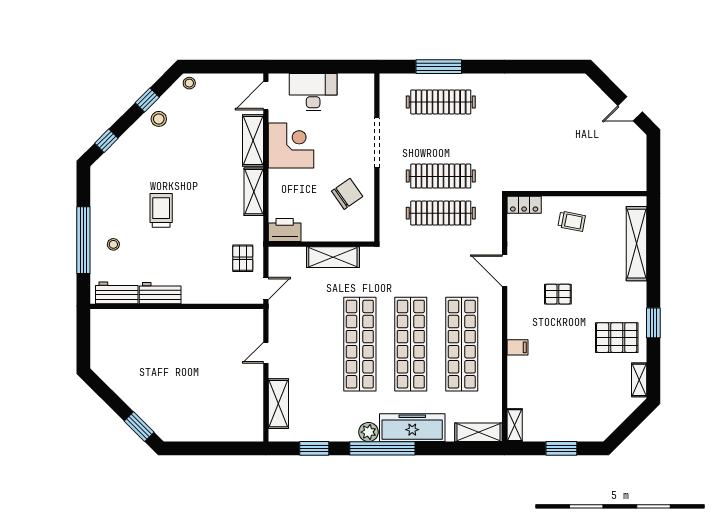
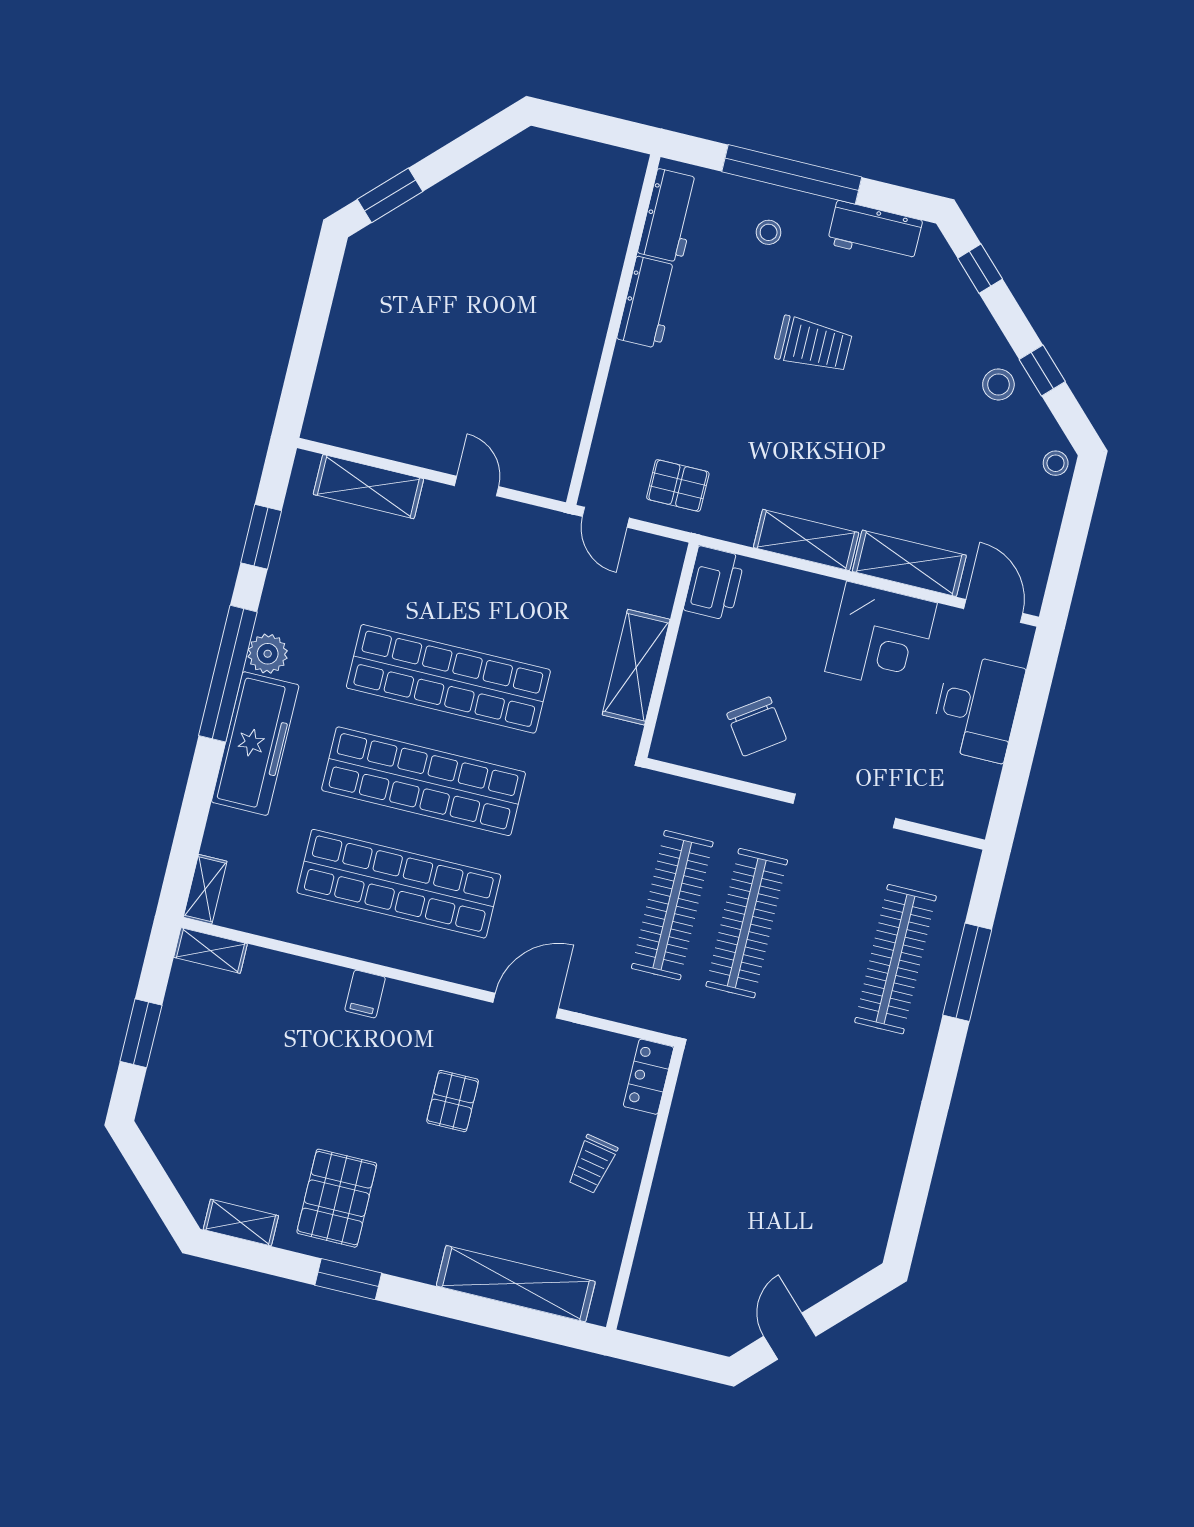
workbench: (101, 194) -> (875, 232), added
shelving: (479, 432) -> (205, 889), width x0.67, depth x0.75

